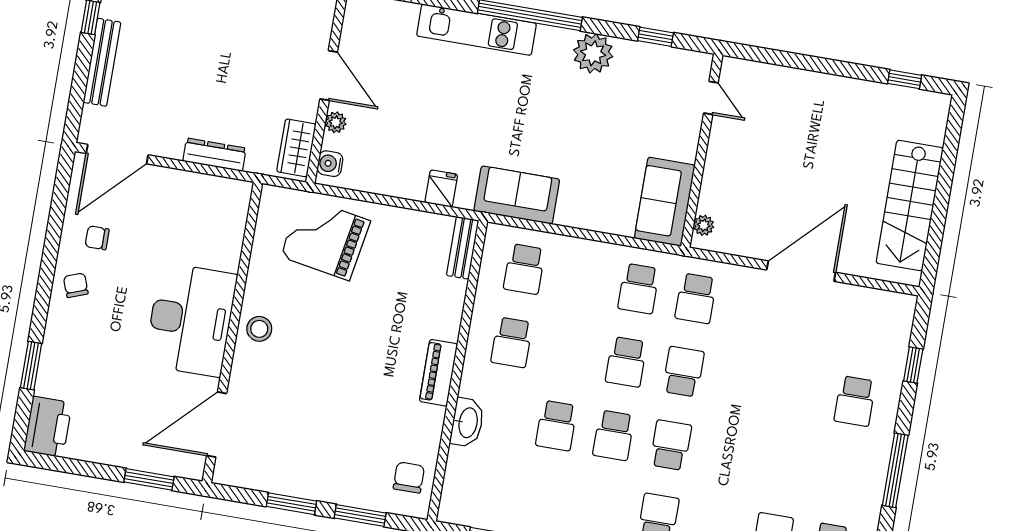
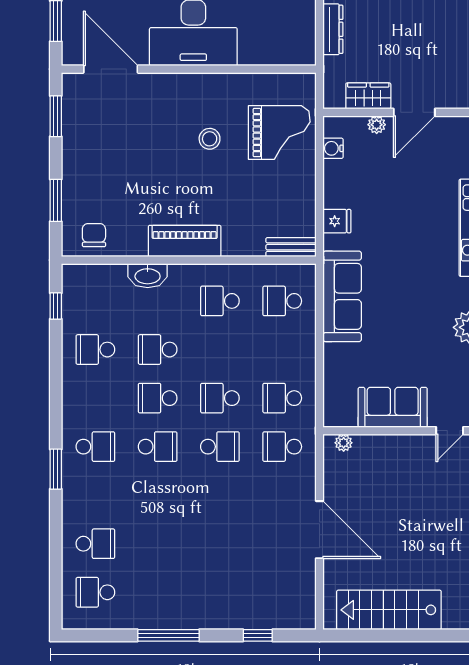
wardrobe: (296, 148) -> (368, 96), moved
water cooler: (330, 164) -> (333, 148), moved, turned -90
sofa: (517, 195) -> (342, 296), width x1.36
sofa: (665, 202) -> (393, 407), moved
grand piano: (325, 239) -> (279, 133), turned 80
stool: (259, 329) -> (210, 139), moved
piano: (439, 373) -> (185, 241), width x1.37, depth x1.33
school desk: (855, 401) -> (95, 350), moved
chair: (409, 478) -> (94, 235), turned -90
window: (291, 504) -> (56, 116), moved

